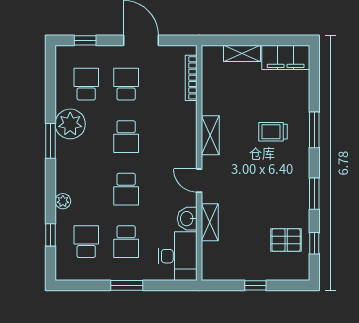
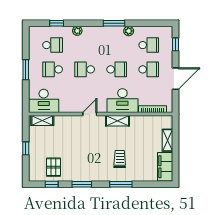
plant: (70, 124) -> (129, 31), width x0.53, depth x0.53
desk: (177, 127) -> (122, 101), added
school desk: (126, 137) -> (117, 69), turned 180
washbasin: (187, 219) -> (67, 107), removed
shelving: (210, 222) -> (42, 121), moved

